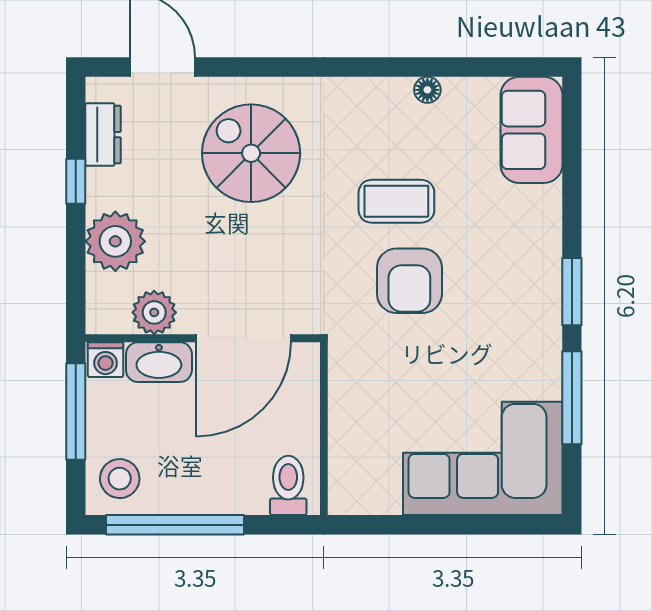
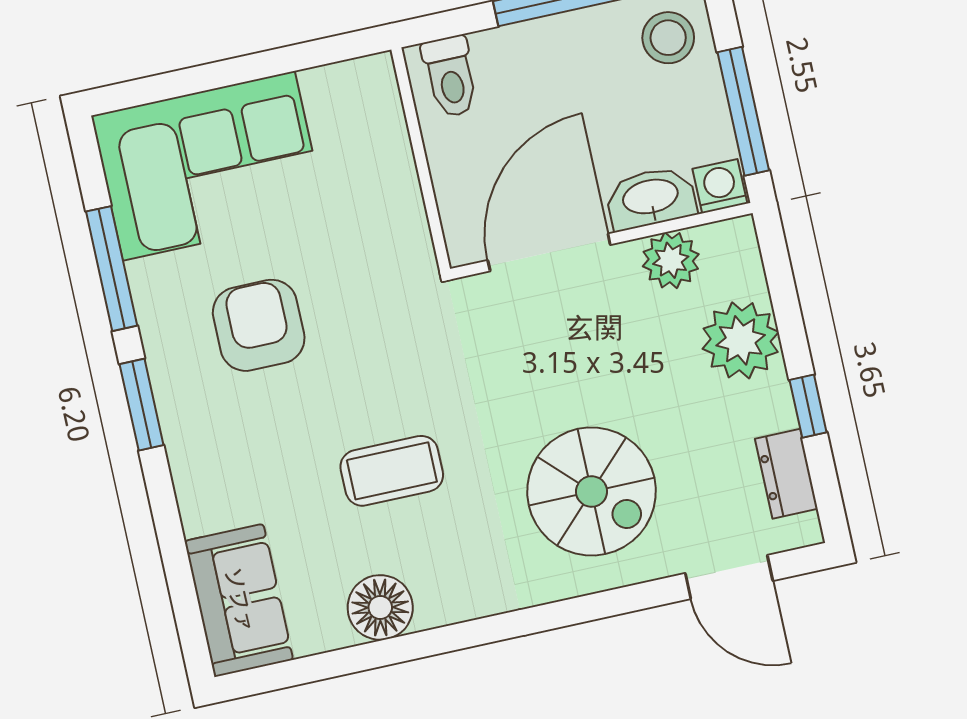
floor lamp: (427, 90) -> (380, 607), width x1.89, depth x1.89
armchair: (409, 281) -> (259, 325), moved

